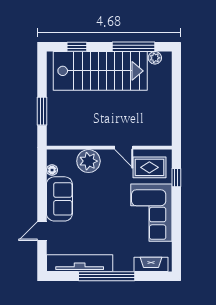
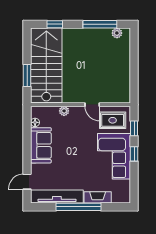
stairs: (100, 71) -> (46, 65), moved, turned -90
plant: (88, 161) -> (64, 111), width x0.53, depth x0.53
window: (176, 210) -> (134, 154), added
door: (42, 231) -> (27, 182), moved
fireplace: (151, 264) -> (98, 197), moved

